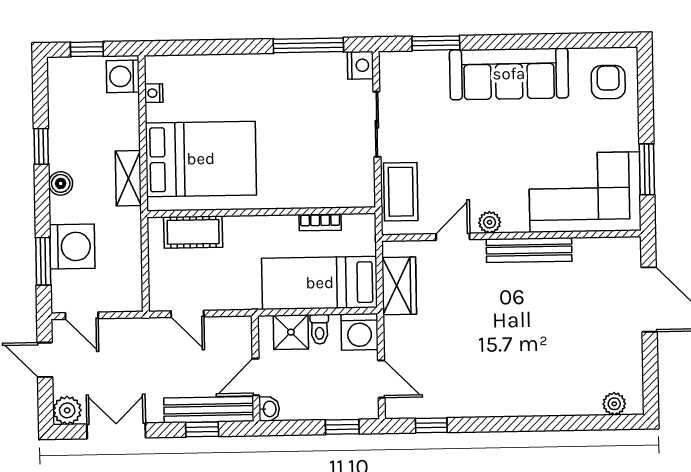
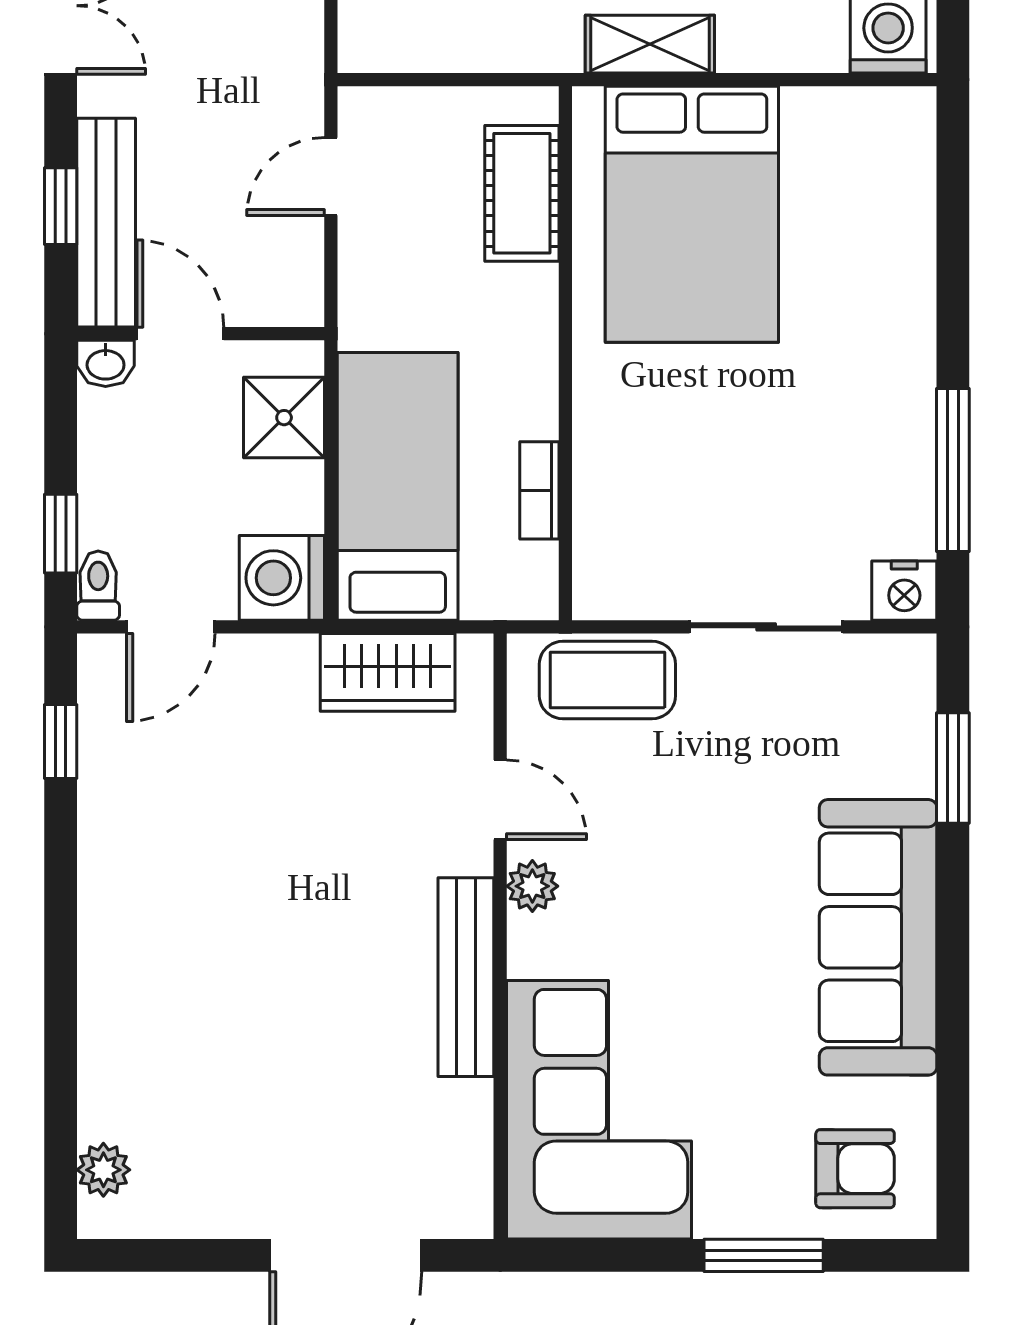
nightstand: (154, 93) -> (848, 107), removed
window: (647, 169) -> (764, 1255), moved
toilet: (319, 329) -> (98, 586), moved, turned 90

